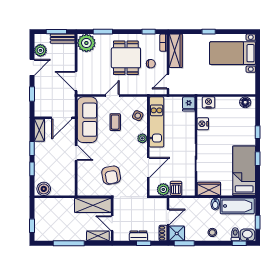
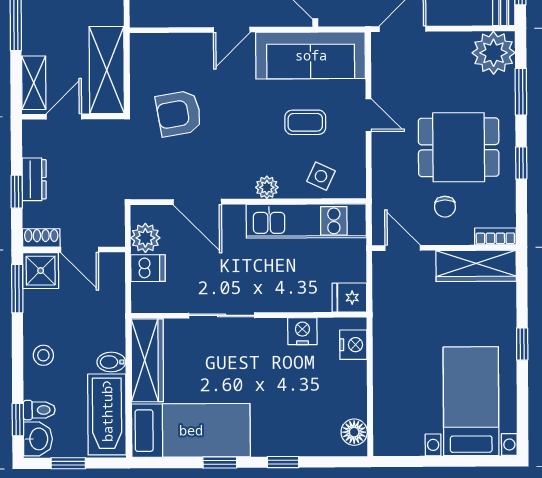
window: (149, 32) -> (521, 163), moved
wardrobe: (209, 189) -> (147, 360), width x1.50

